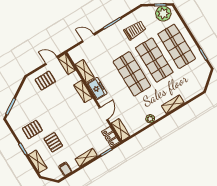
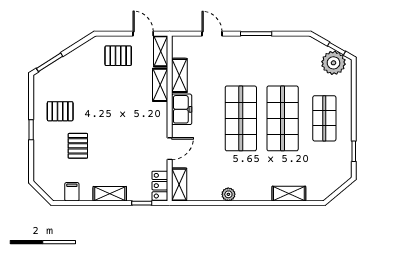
trolley: (135, 30) -> (281, 62), removed
shop shelf: (177, 46) -> (324, 118), width x0.70, depth x0.74
shelving: (83, 91) -> (160, 85), moved
shelving: (173, 104) -> (289, 194), moved
shelving: (38, 161) -> (41, 159), removed

